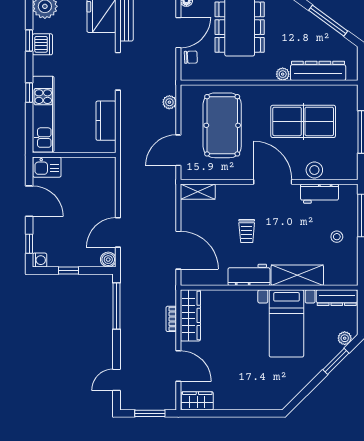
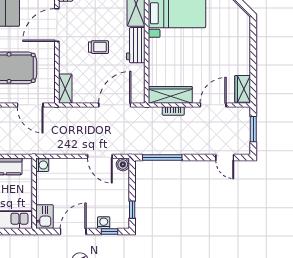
washing machine: (108, 165) -> (42, 165), added
washing machine: (40, 260) -> (104, 223), moved
window: (68, 271) -> (132, 210), moved

